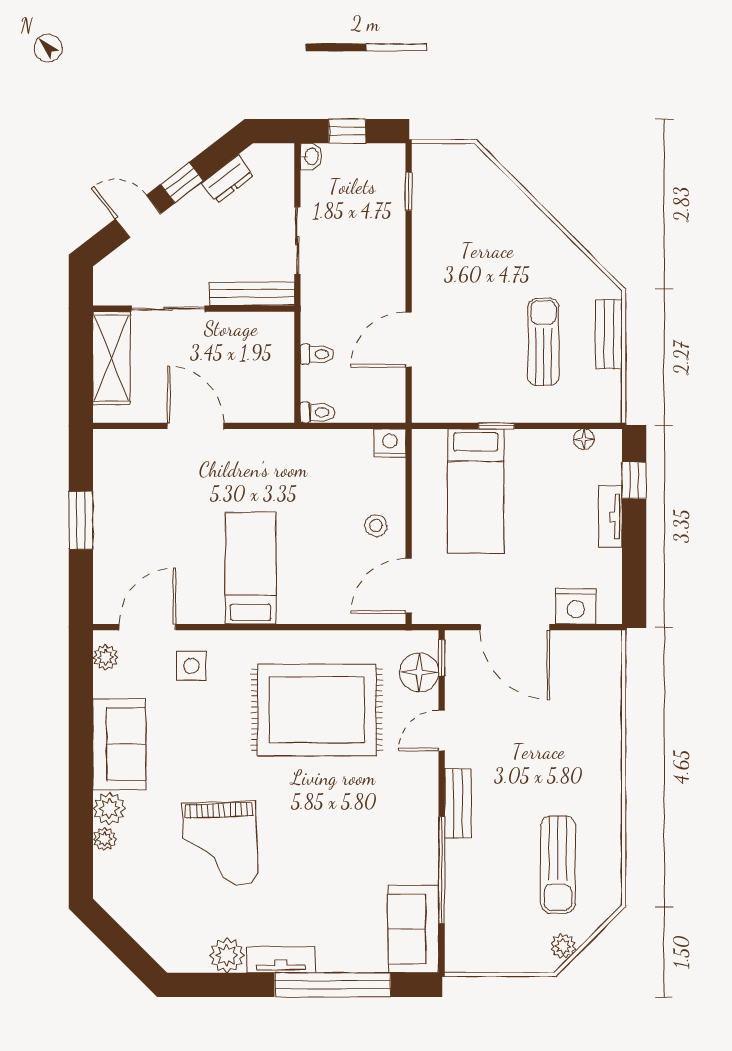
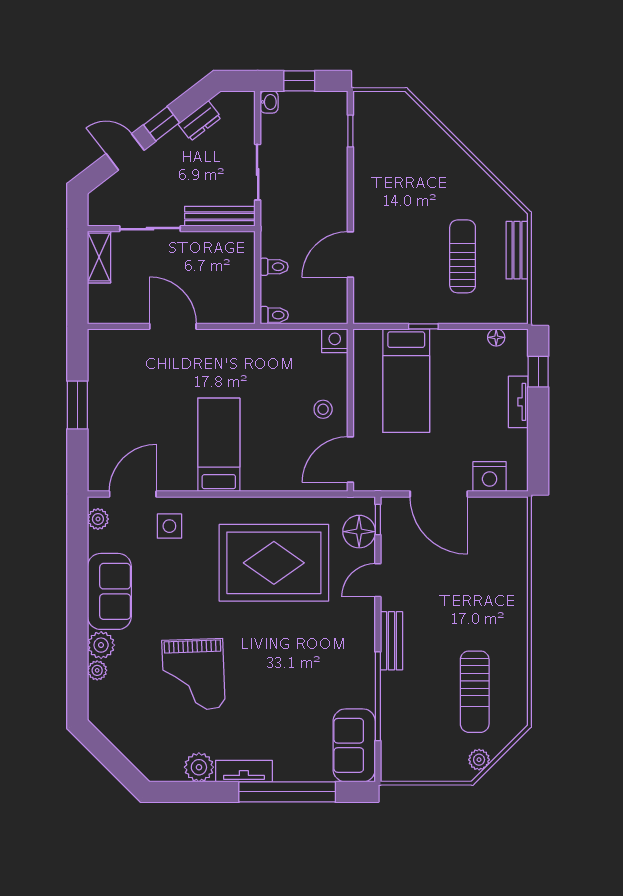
shelving: (112, 358) -> (99, 257), width x0.67, depth x0.75

